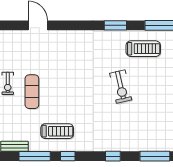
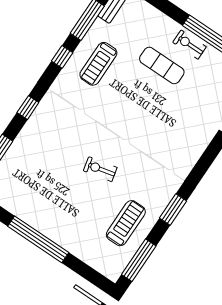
treadmill: (143, 49) -> (126, 223), turned 180
exercise bike: (121, 87) -> (100, 169), width x0.73, depth x0.72

